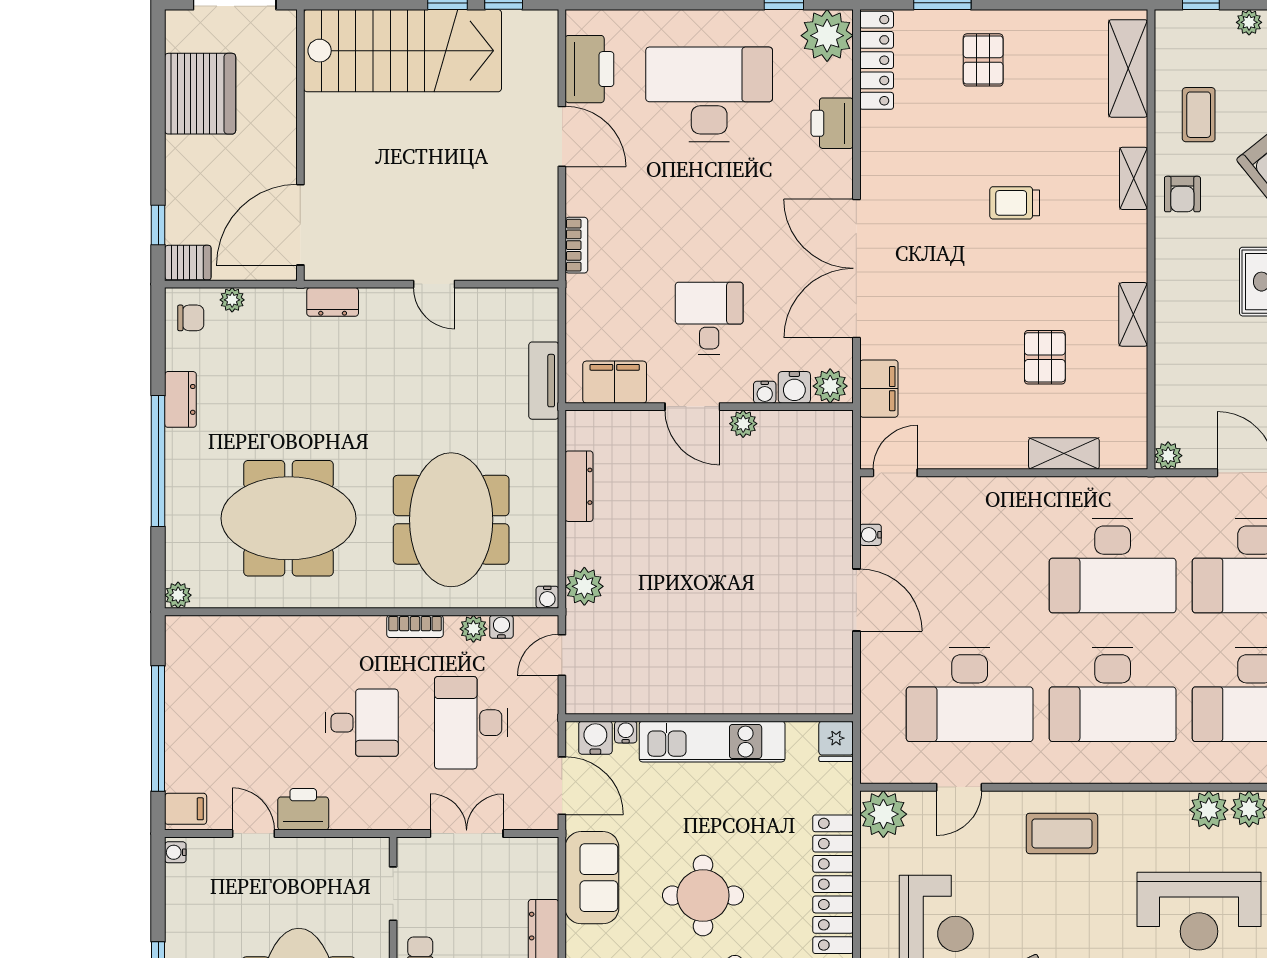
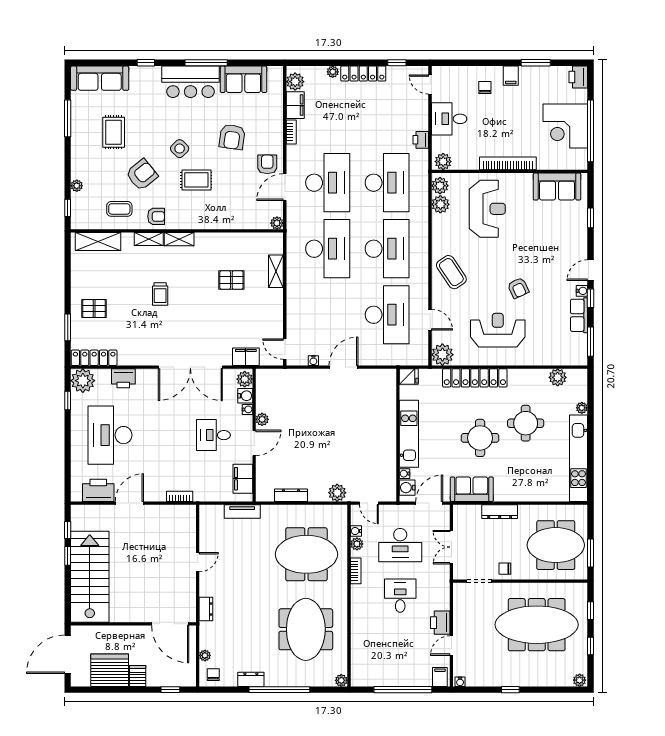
server rack: (188, 263) -> (138, 676), moved
shelving: (1133, 314) -> (179, 239), moved
water cooler: (547, 597) -> (342, 510), removed
coffee table: (1062, 833) -> (451, 272), turned -34

